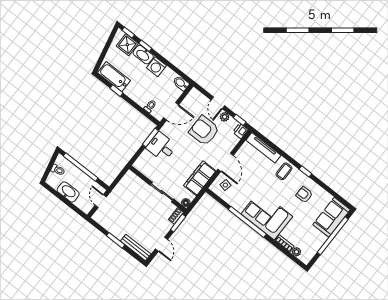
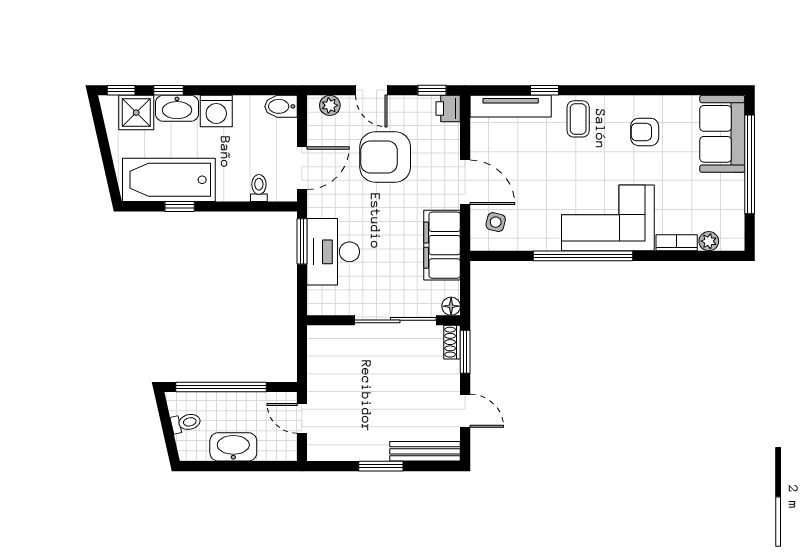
bathtub: (114, 77) -> (169, 180), width x1.36, depth x1.36
plant: (225, 117) -> (330, 105), moved
desk: (161, 147) -> (333, 252), width x1.37
window: (305, 171) -> (545, 90), moved
sliding door: (162, 192) -> (395, 320), width x1.37

